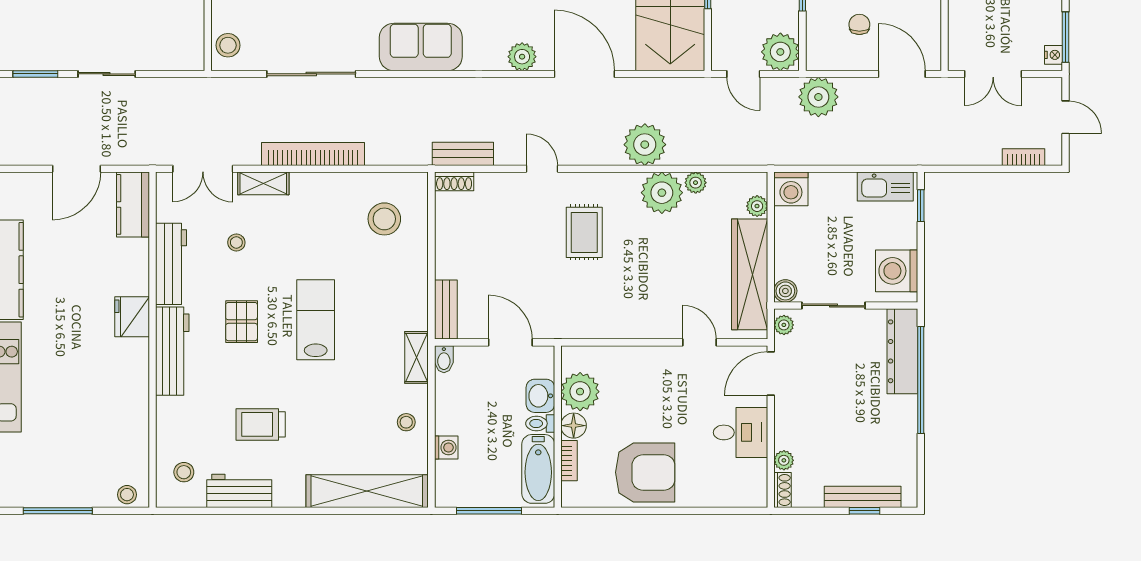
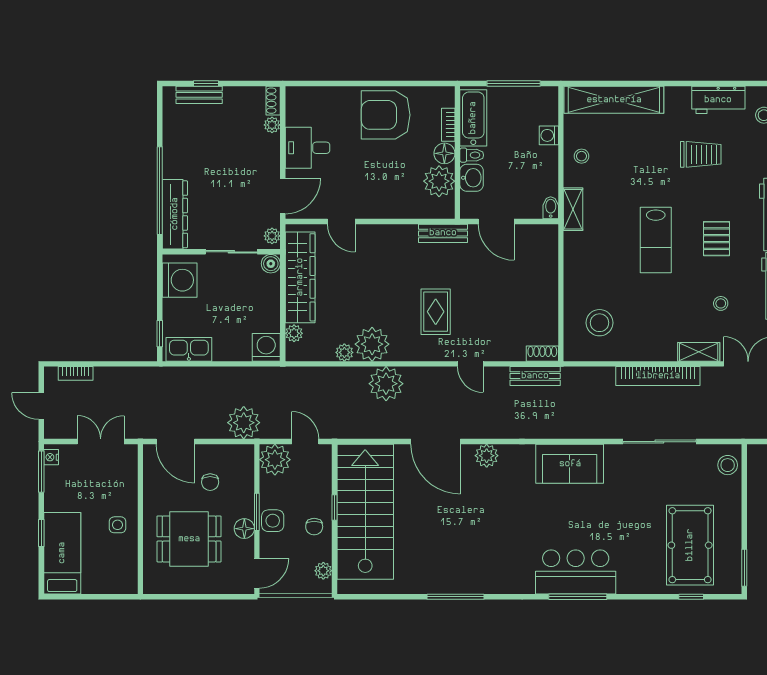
bench: (446, 310) -> (443, 233), moved, turned 90
bench: (863, 497) -> (199, 95), width x0.73

